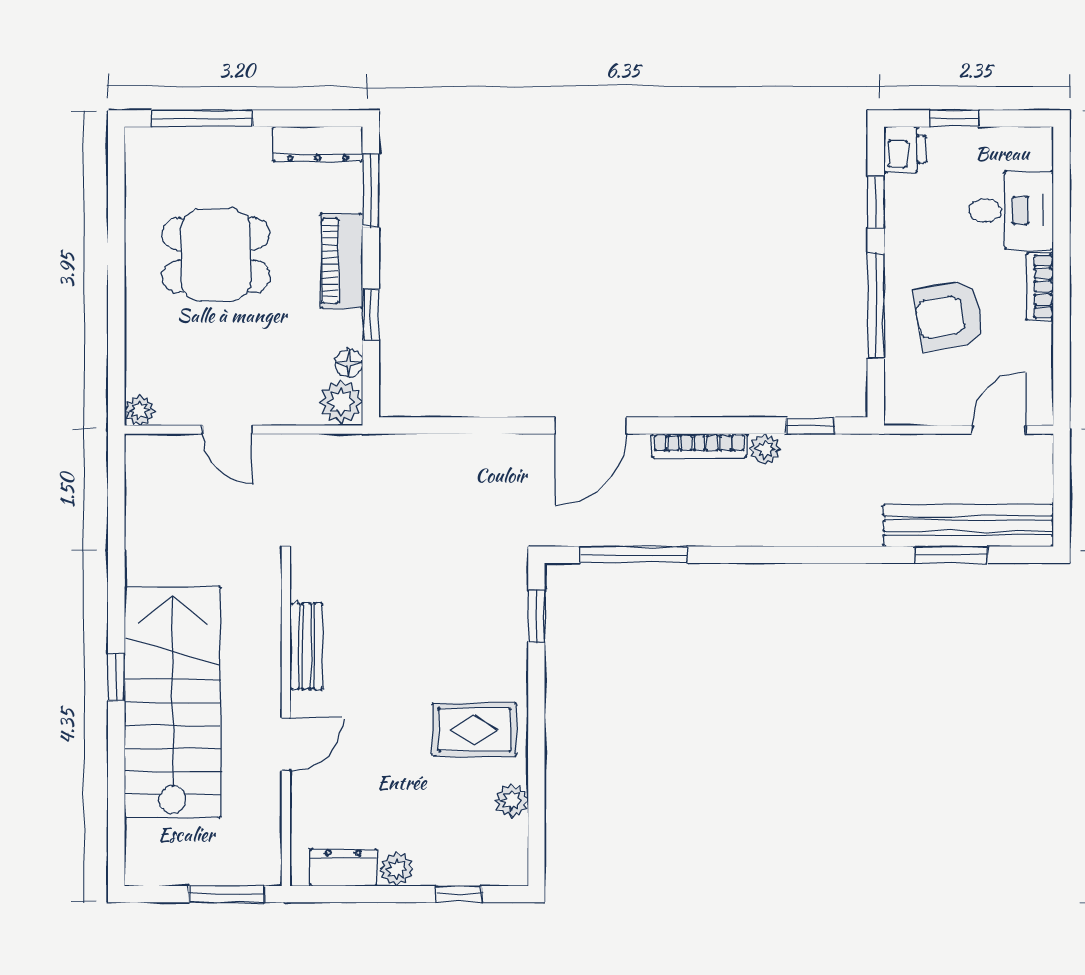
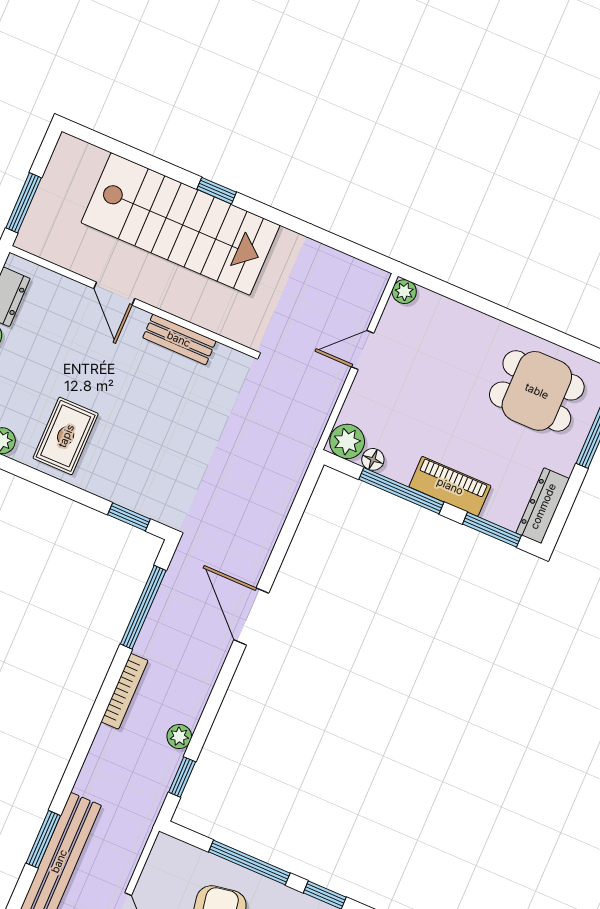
dining table: (216, 255) -> (537, 391), moved, turned 90
window: (371, 315) -> (401, 491), width x2.17
bookcase: (699, 446) -> (125, 691), moved, turned 180

